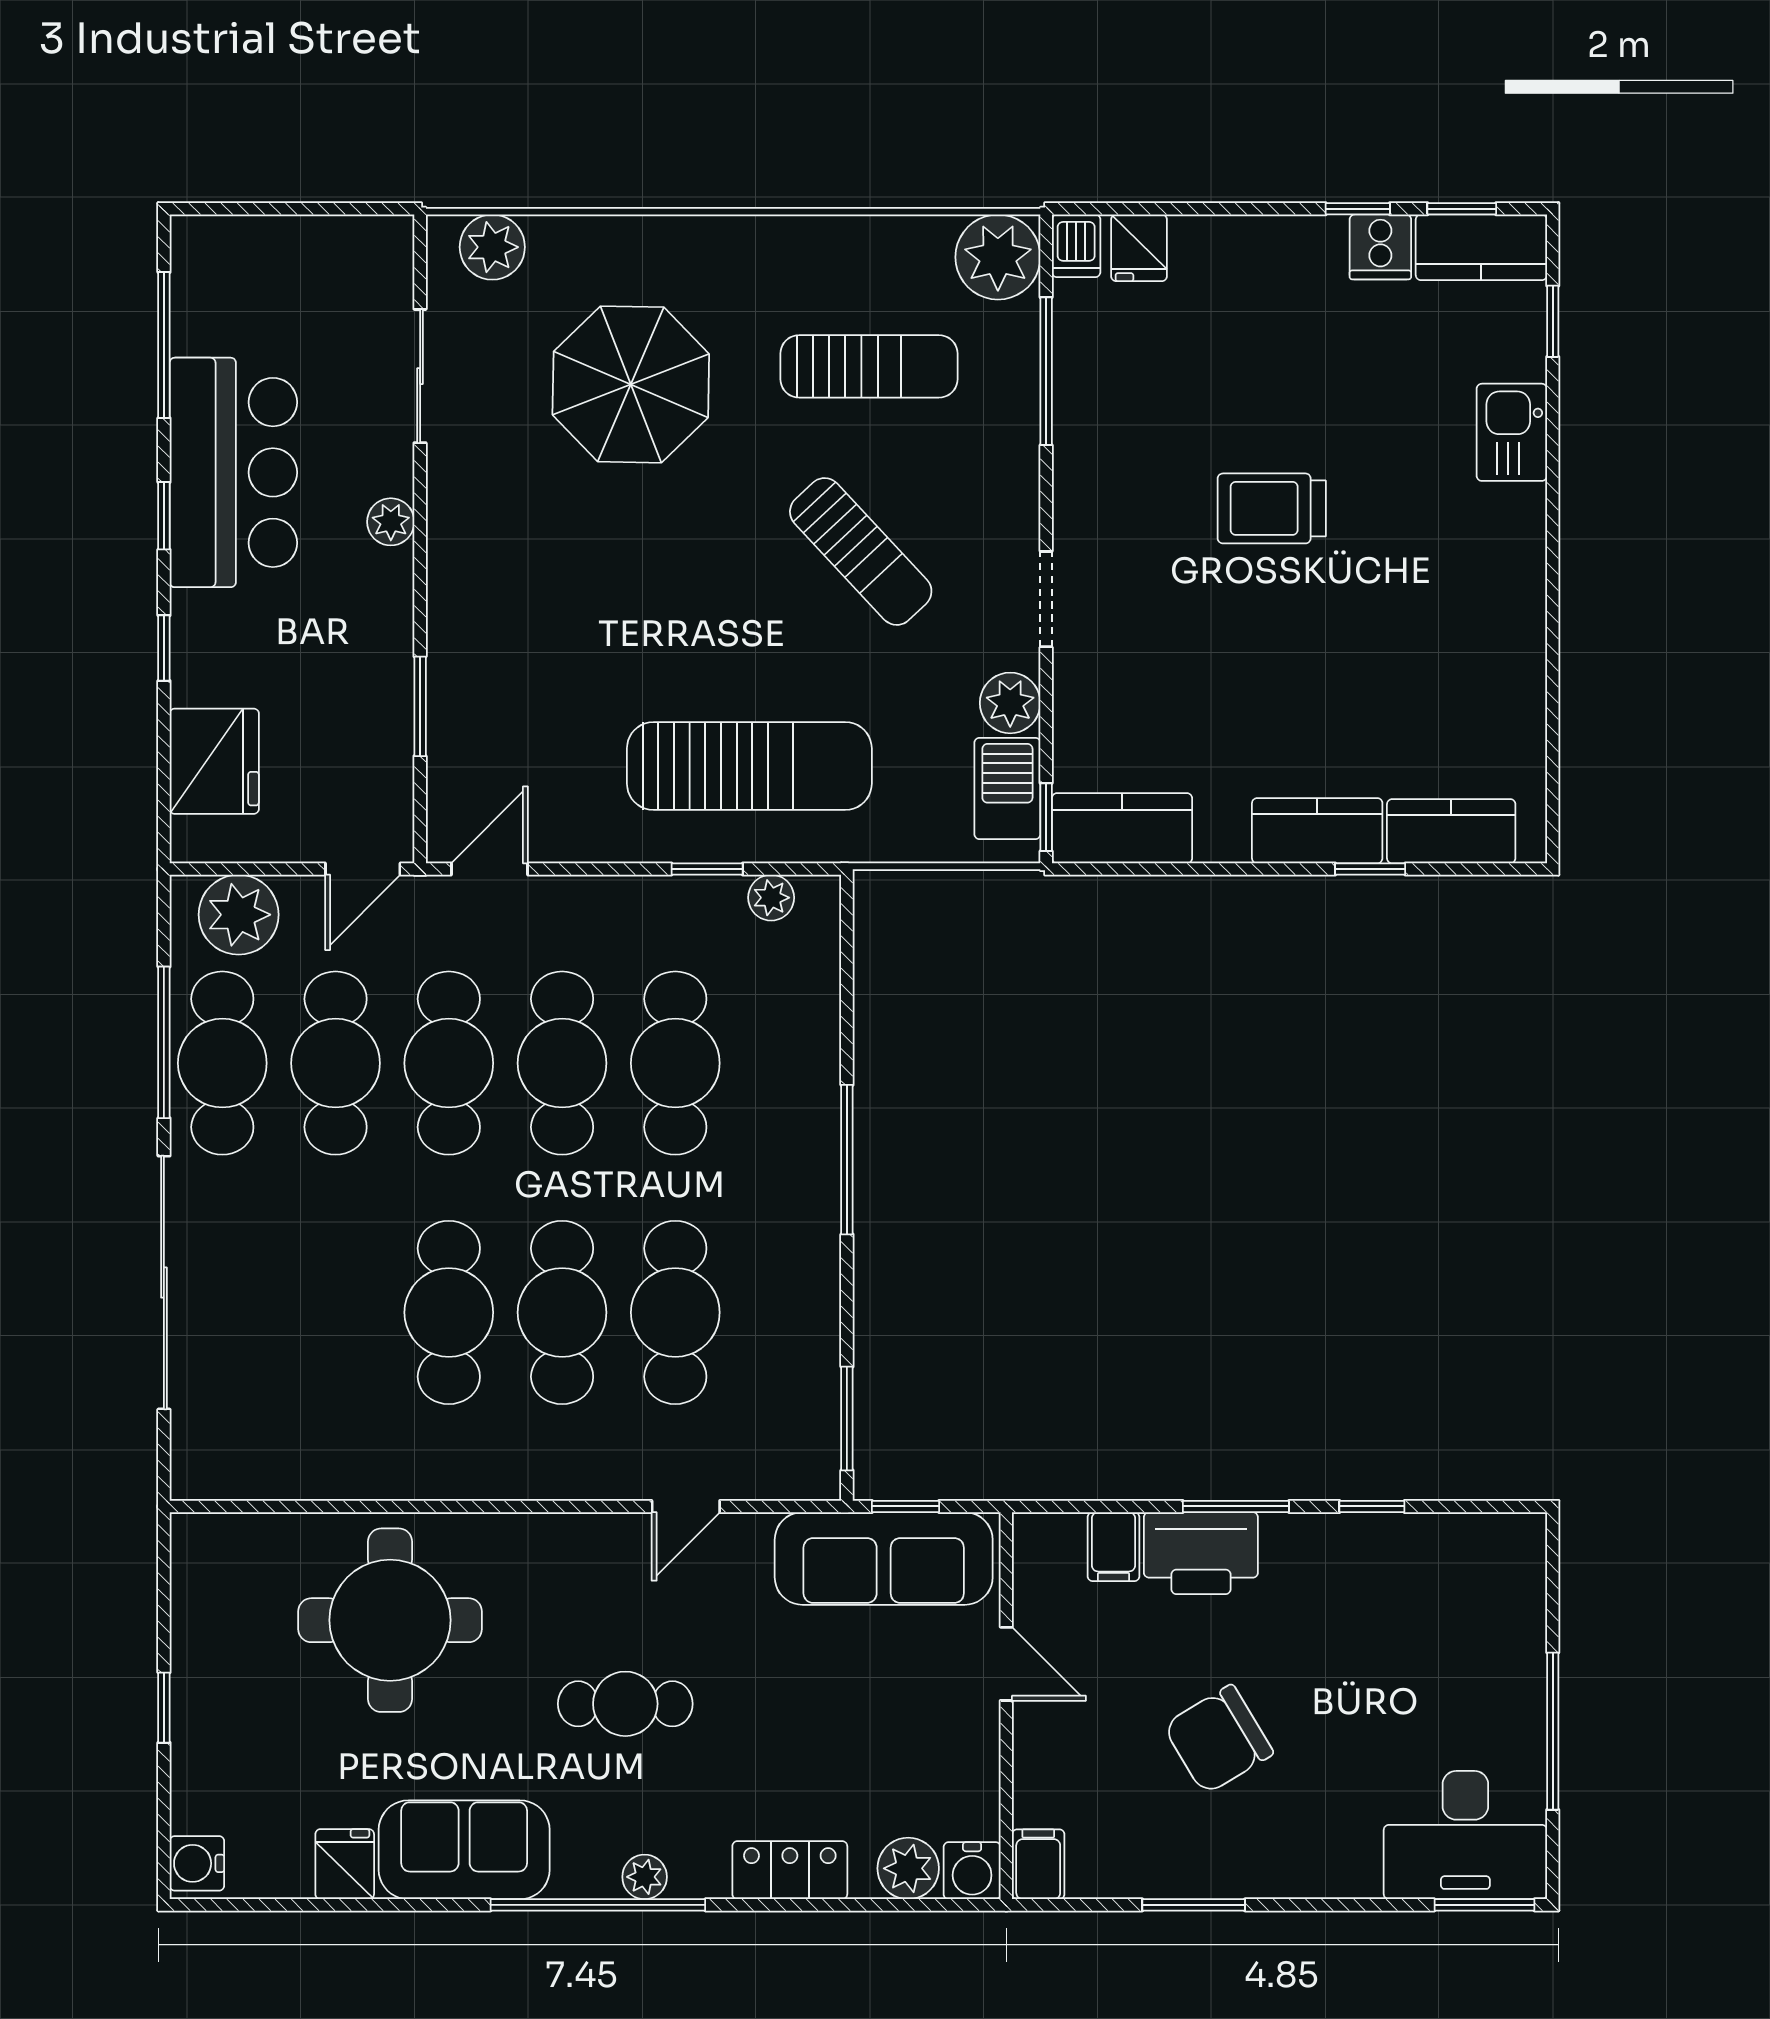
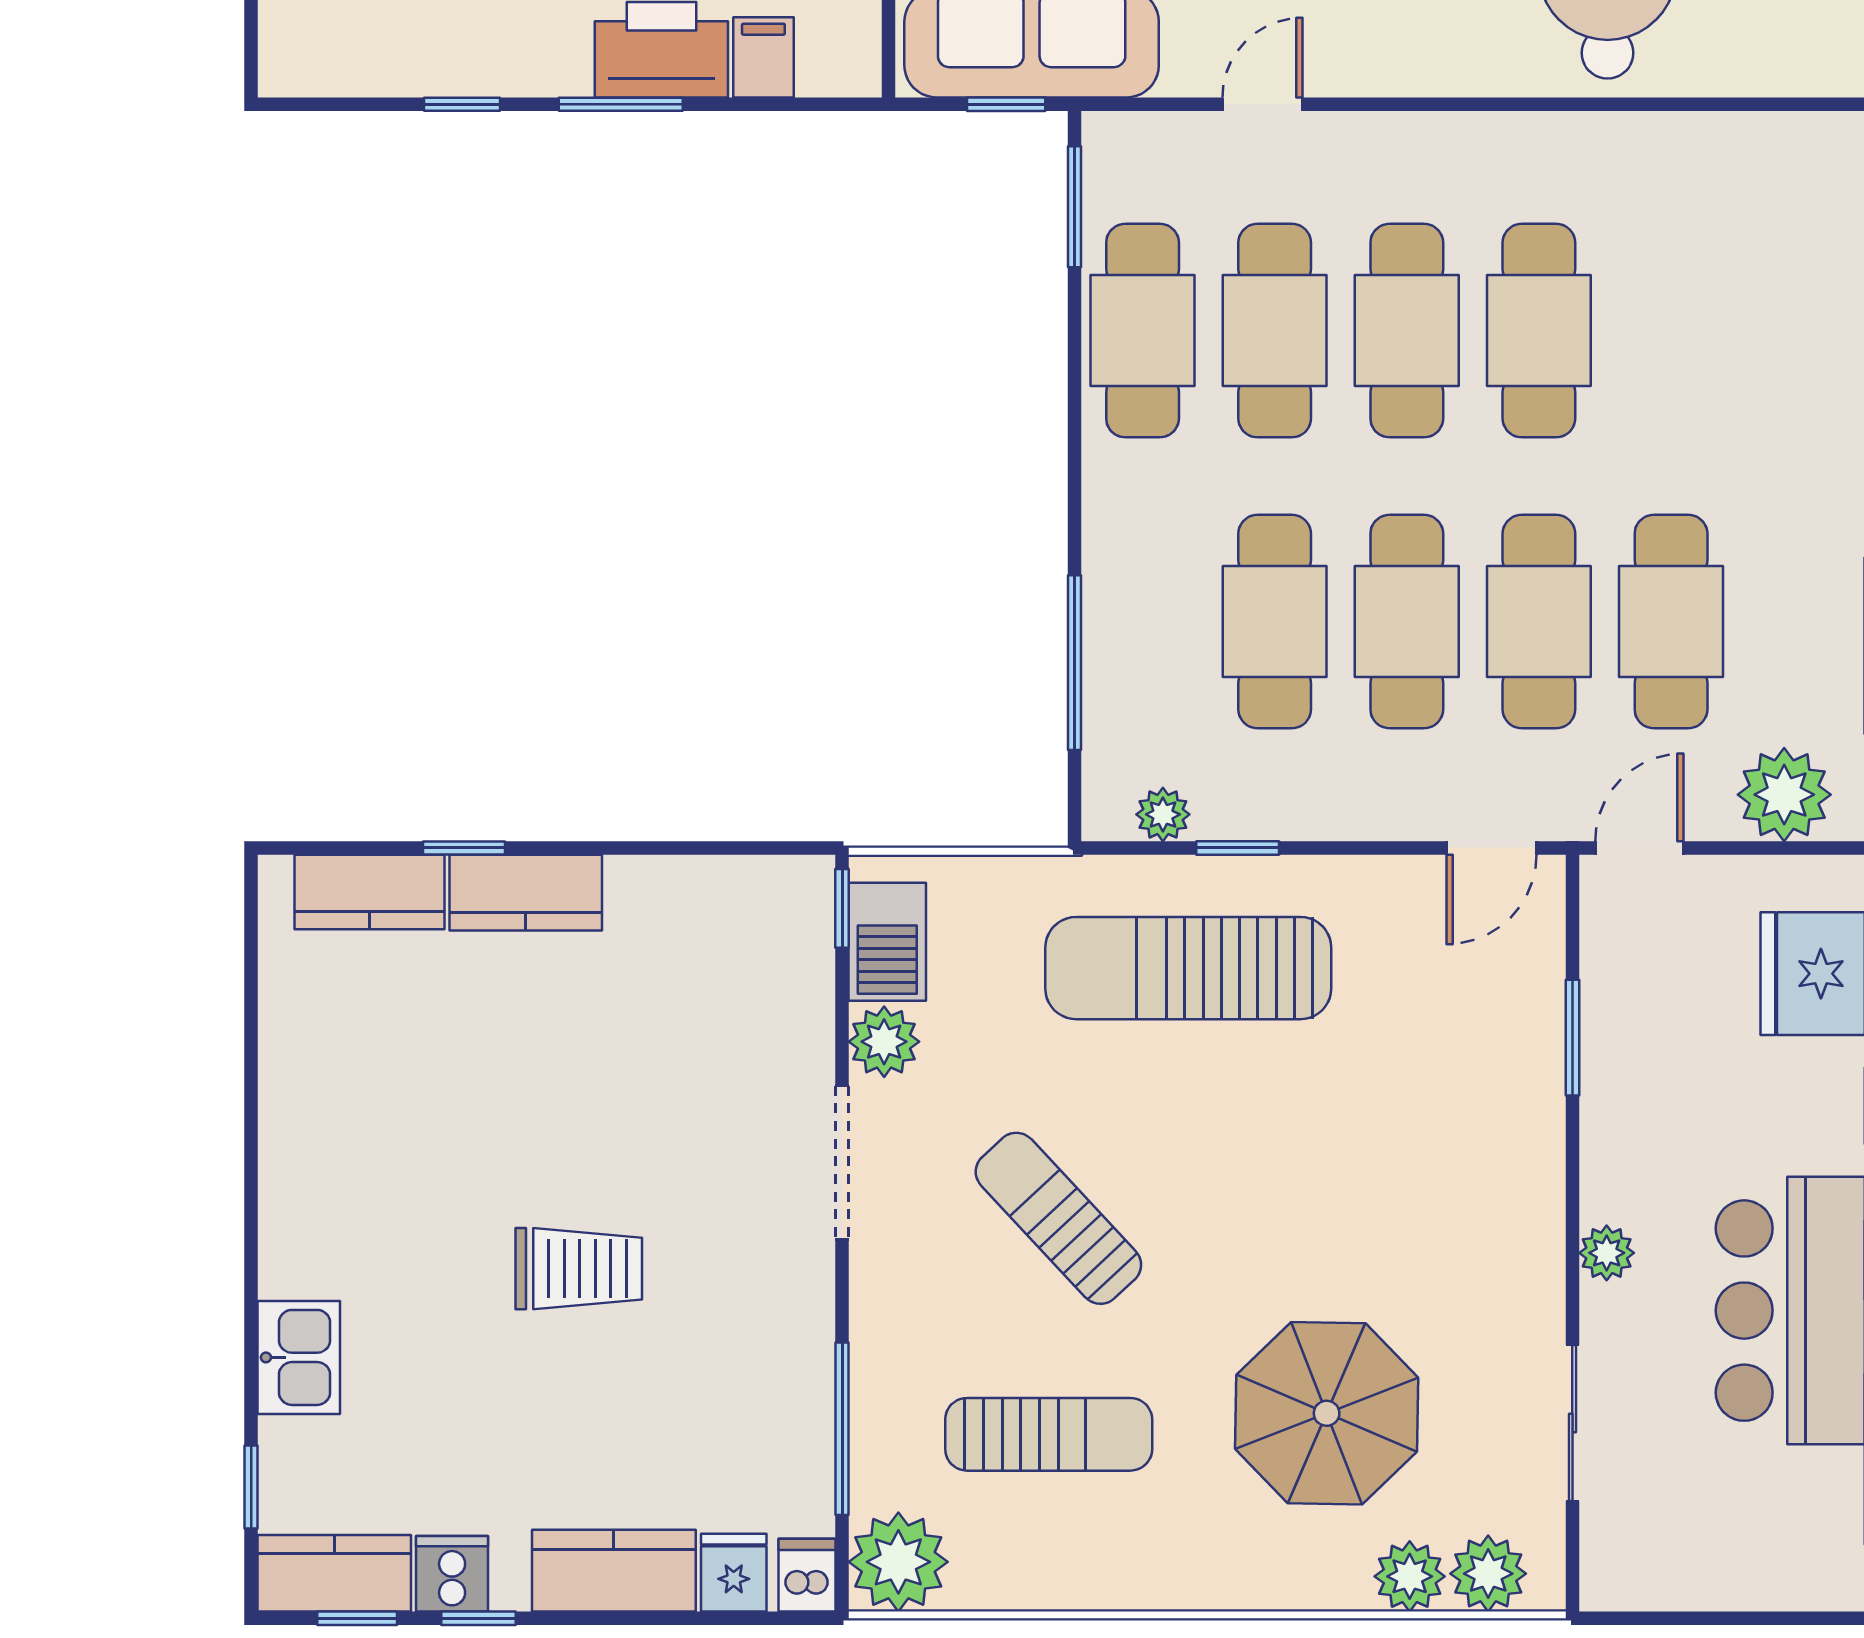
plant: (560, 245) -> (1410, 1576), added
sun lounger: (869, 366) -> (1049, 1434), turned 180
doorway: (1046, 599) -> (842, 1163), width x1.38
kitchen counter: (1122, 828) -> (614, 1571), moved, turned 180
cafe table: (222, 1063) -> (1143, 331), moved
window: (847, 1160) -> (1074, 663), moved

